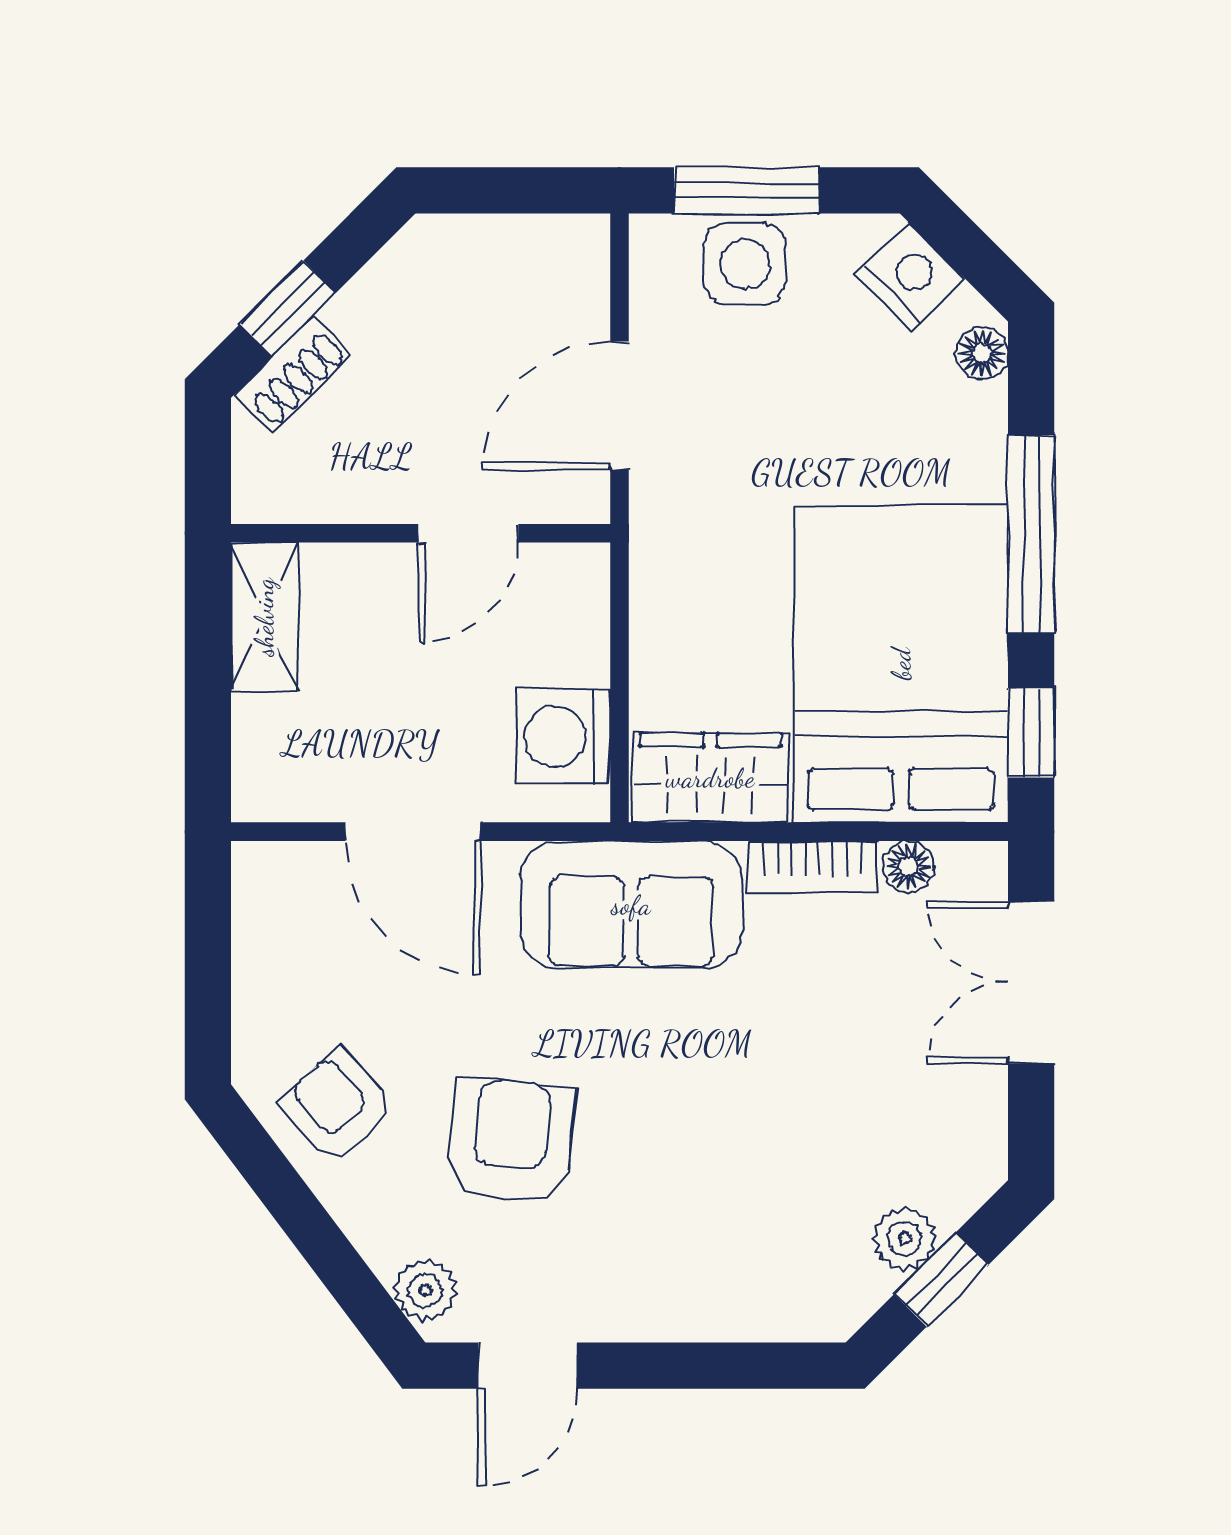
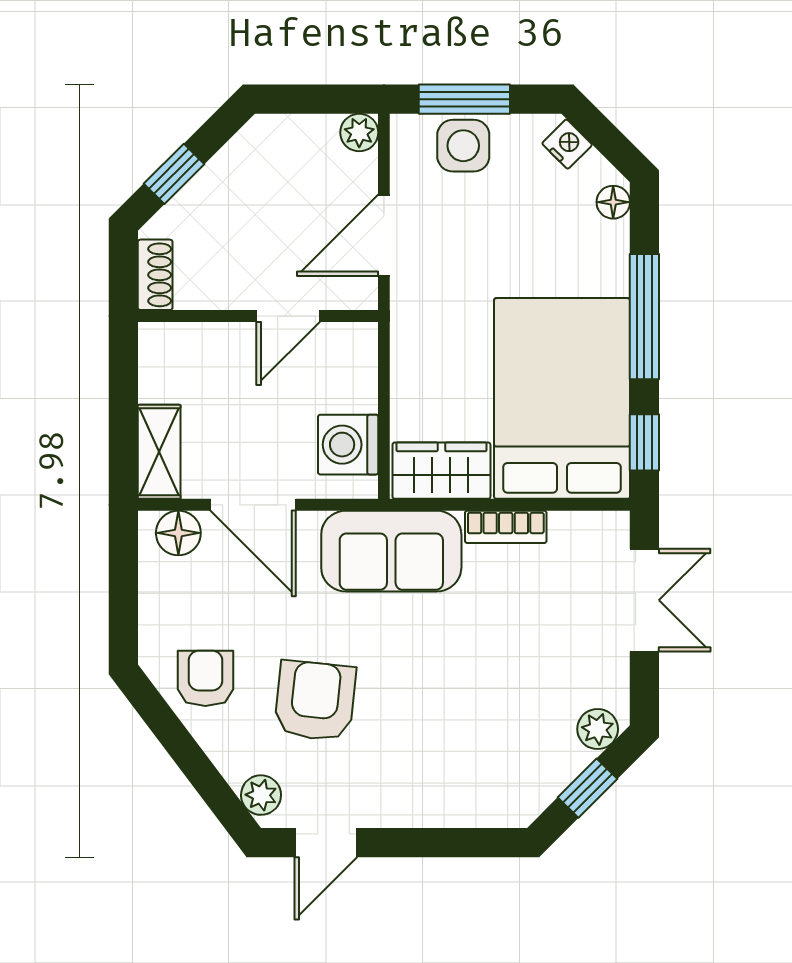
plant: (580, 243) -> (359, 133), added
nightstand: (910, 276) -> (567, 144), width x0.72, depth x0.74
shoe rack: (293, 374) -> (155, 275), moved, turned -45
shelving: (264, 617) -> (159, 452), moved
floor lamp: (908, 867) -> (178, 533), moved, width x1.37, depth x1.37
double door: (1031, 982) -> (644, 600), swing flipped
armchair: (338, 1106) -> (205, 678), turned 42
plant: (905, 1238) -> (598, 729), moved

